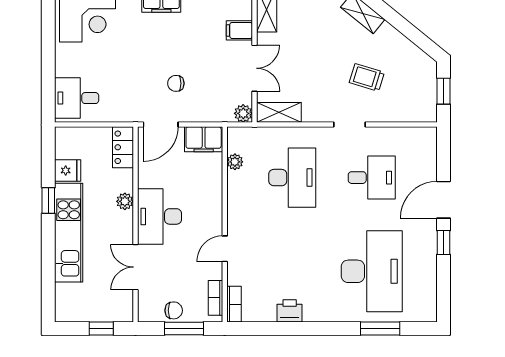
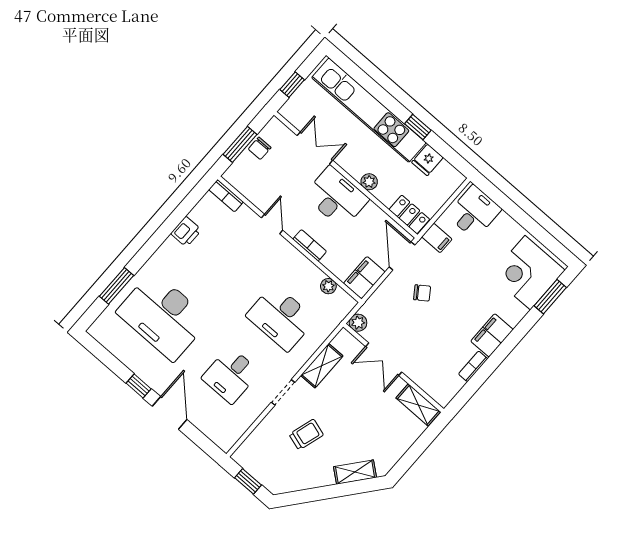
filing cabinet: (239, 30) -> (437, 238), moved, turned 90
chair: (176, 83) -> (422, 293), turned 55
shelving: (279, 112) -> (322, 366), moved
kitchen unit: (69, 233) -> (369, 110), width x1.36
bookcase: (216, 298) -> (310, 245), moved

